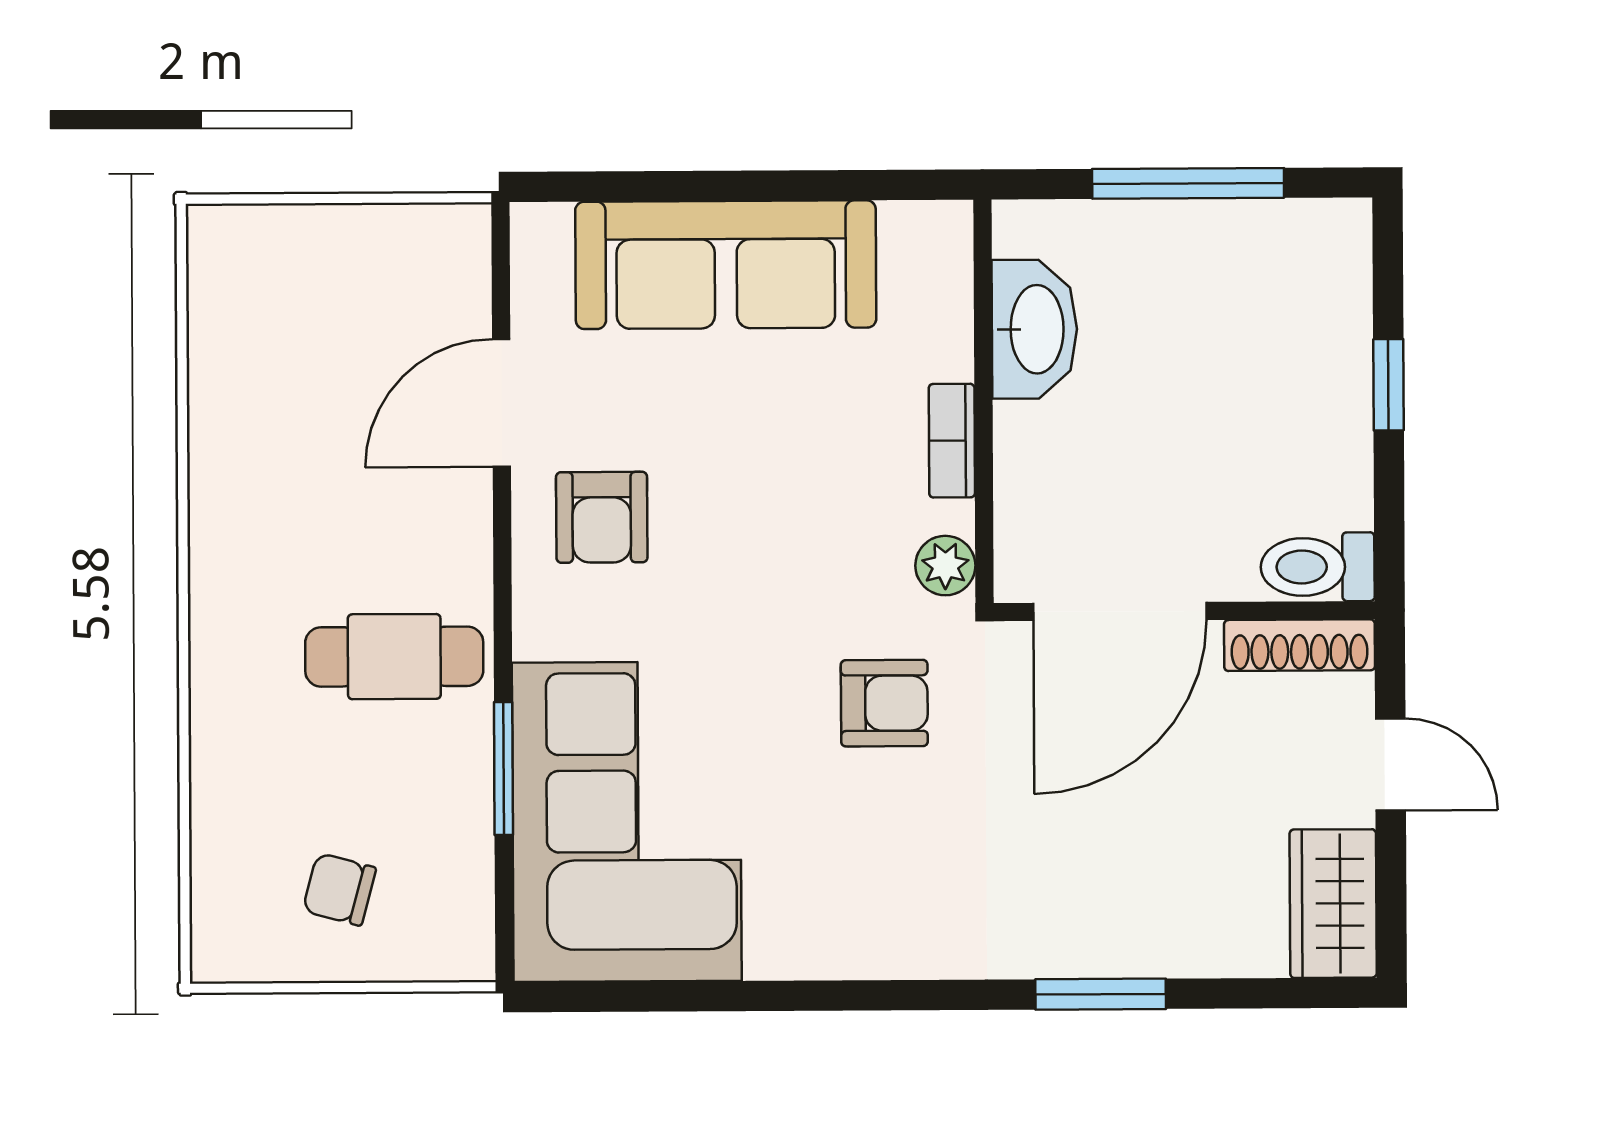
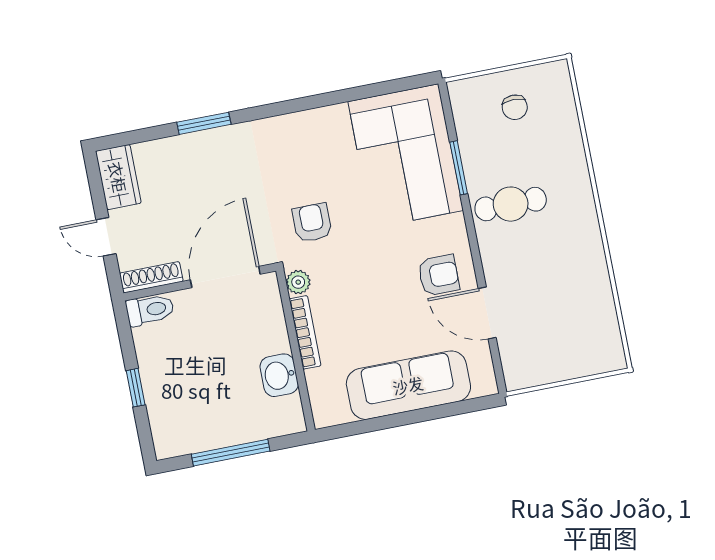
washbasin: (1035, 329) -> (279, 375), width x0.72
door: (501, 403) -> (487, 313), swing flipped
bookcase: (952, 441) -> (305, 332), width x1.56
armchair: (602, 517) -> (439, 275), turned 90
armchair: (884, 703) -> (312, 223), turned 90
chair: (339, 889) -> (515, 107), turned 75

